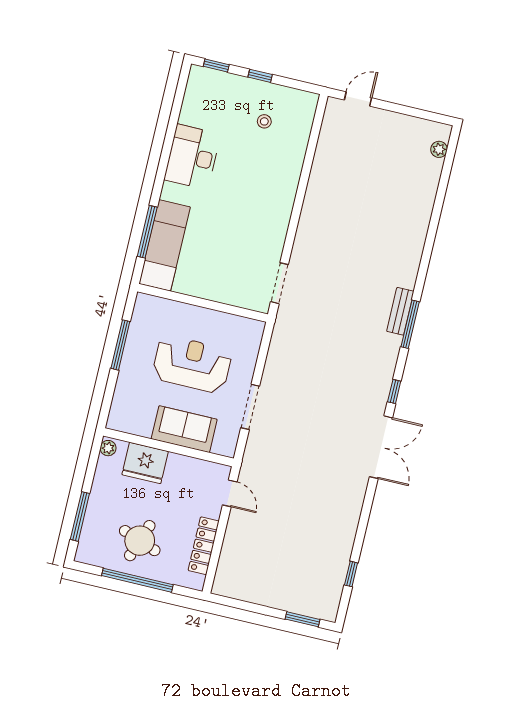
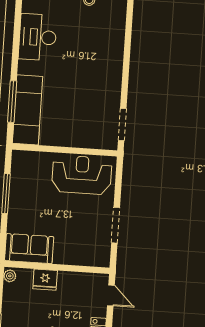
reception desk: (192, 364) -> (82, 175), moved
sofa: (184, 429) -> (29, 249), moved
fridge: (145, 463) -> (45, 280), width x0.73, depth x0.75

